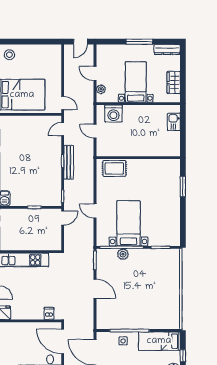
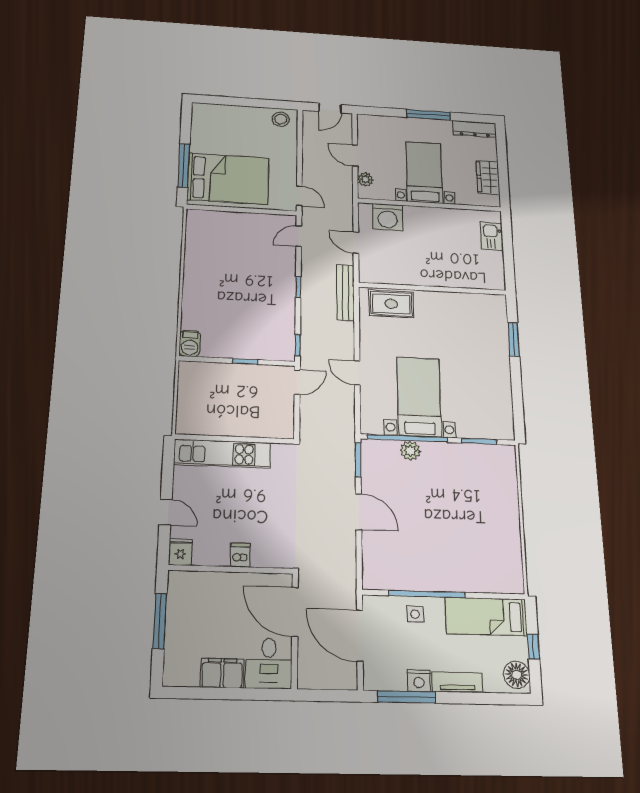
stool: (9, 55) -> (281, 119), moved
bench: (69, 162) -> (346, 292), moved
dishwasher: (49, 313) -> (240, 555), moved

